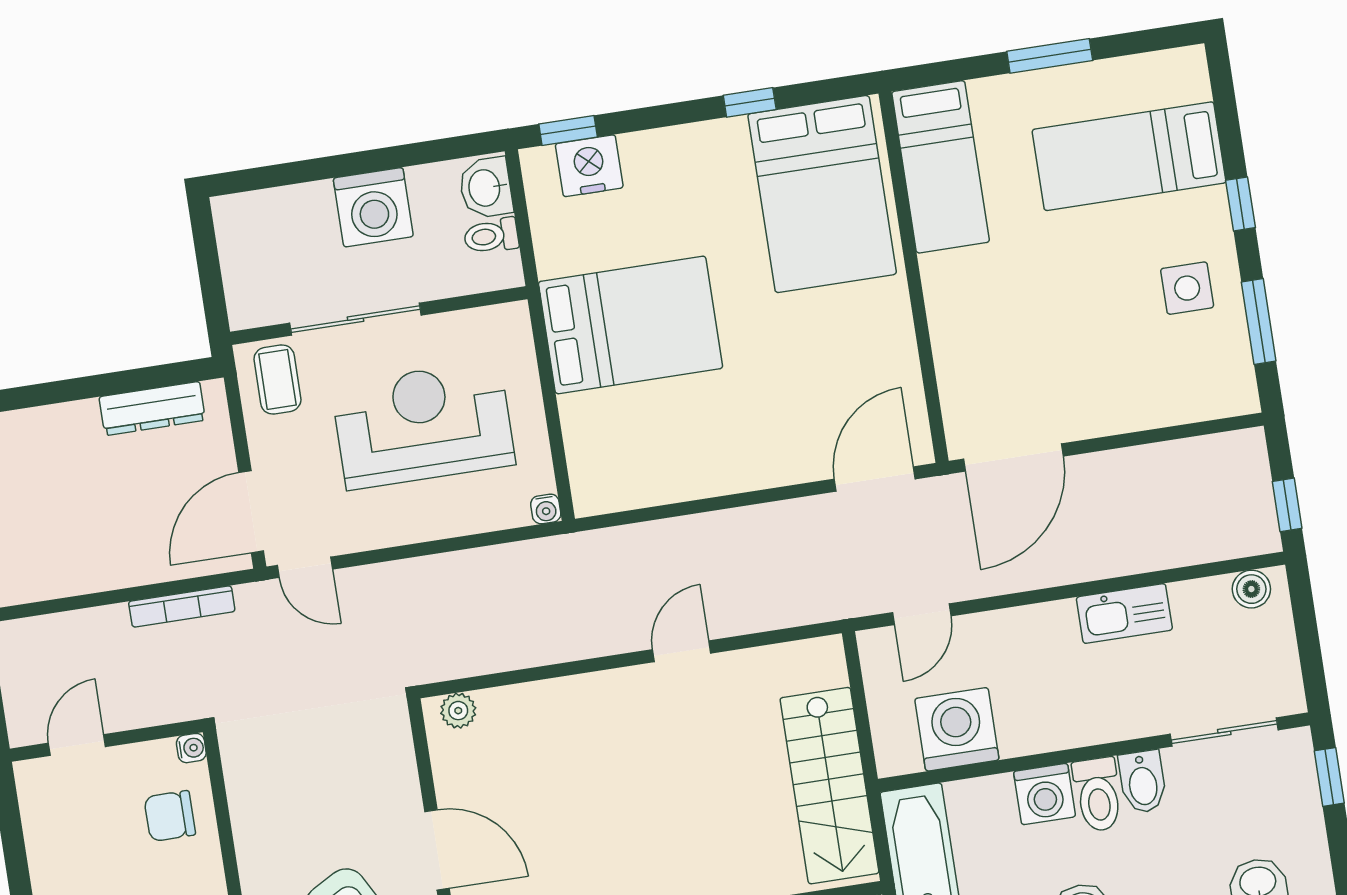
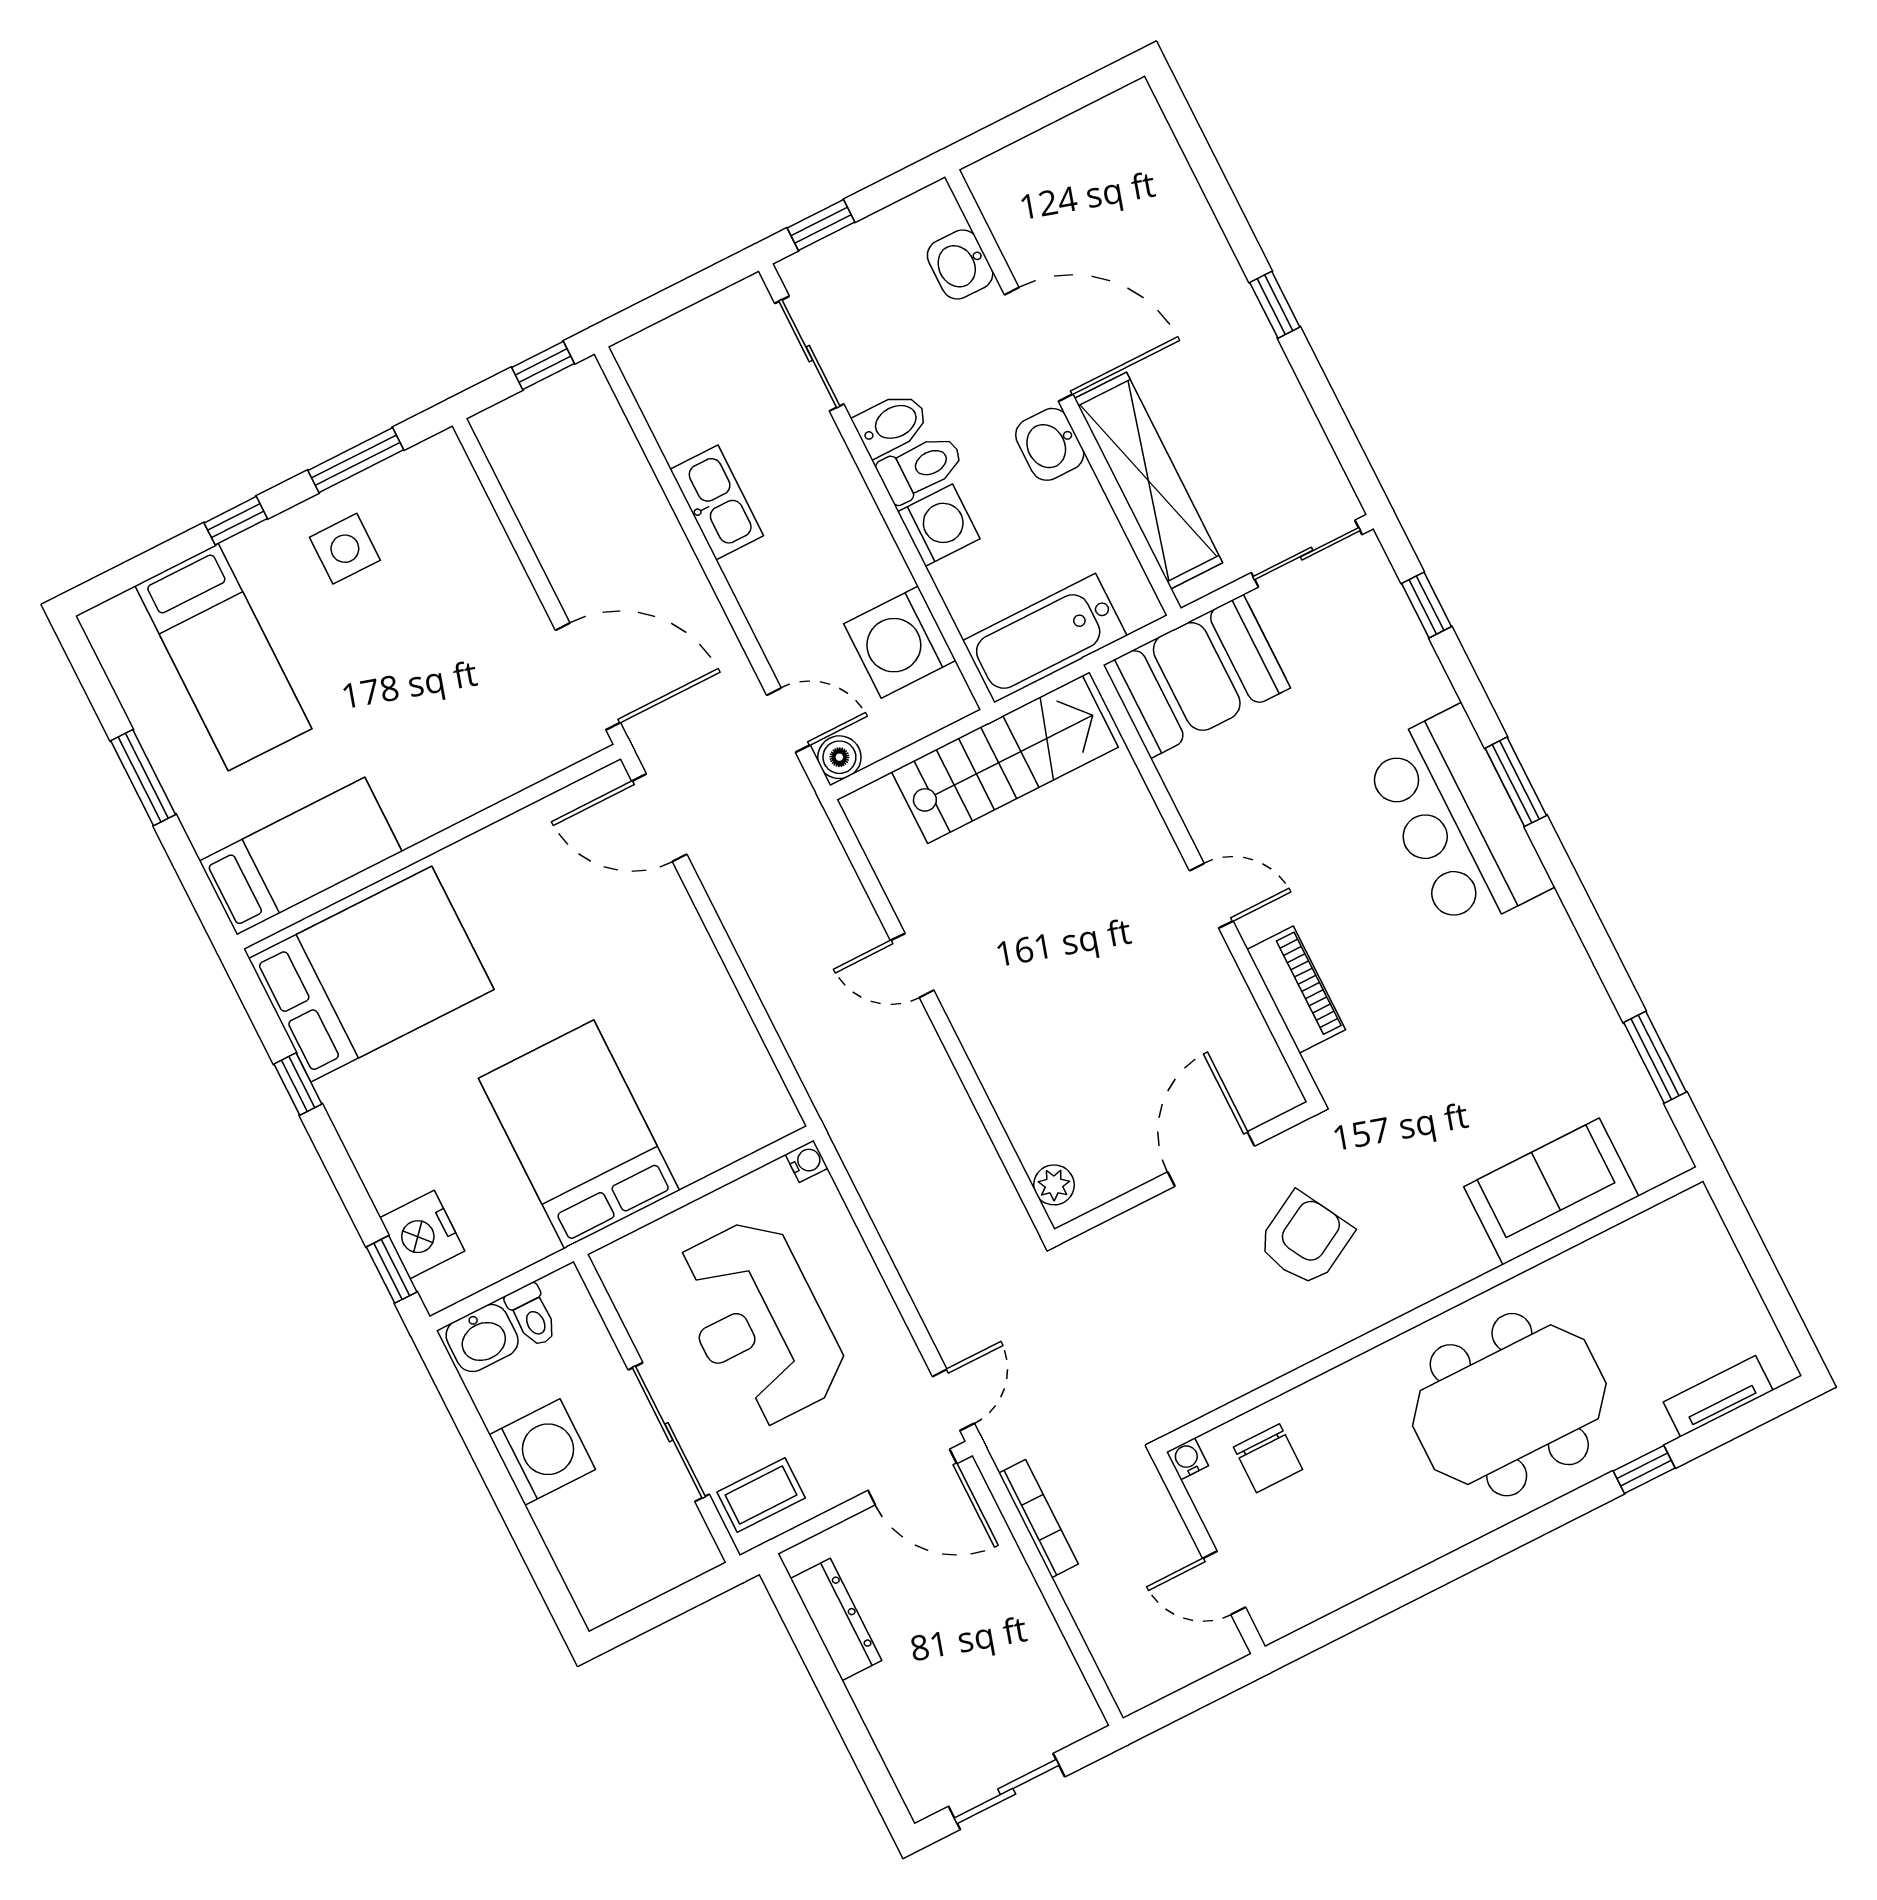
boiler: (1251, 589) -> (839, 757), moved

